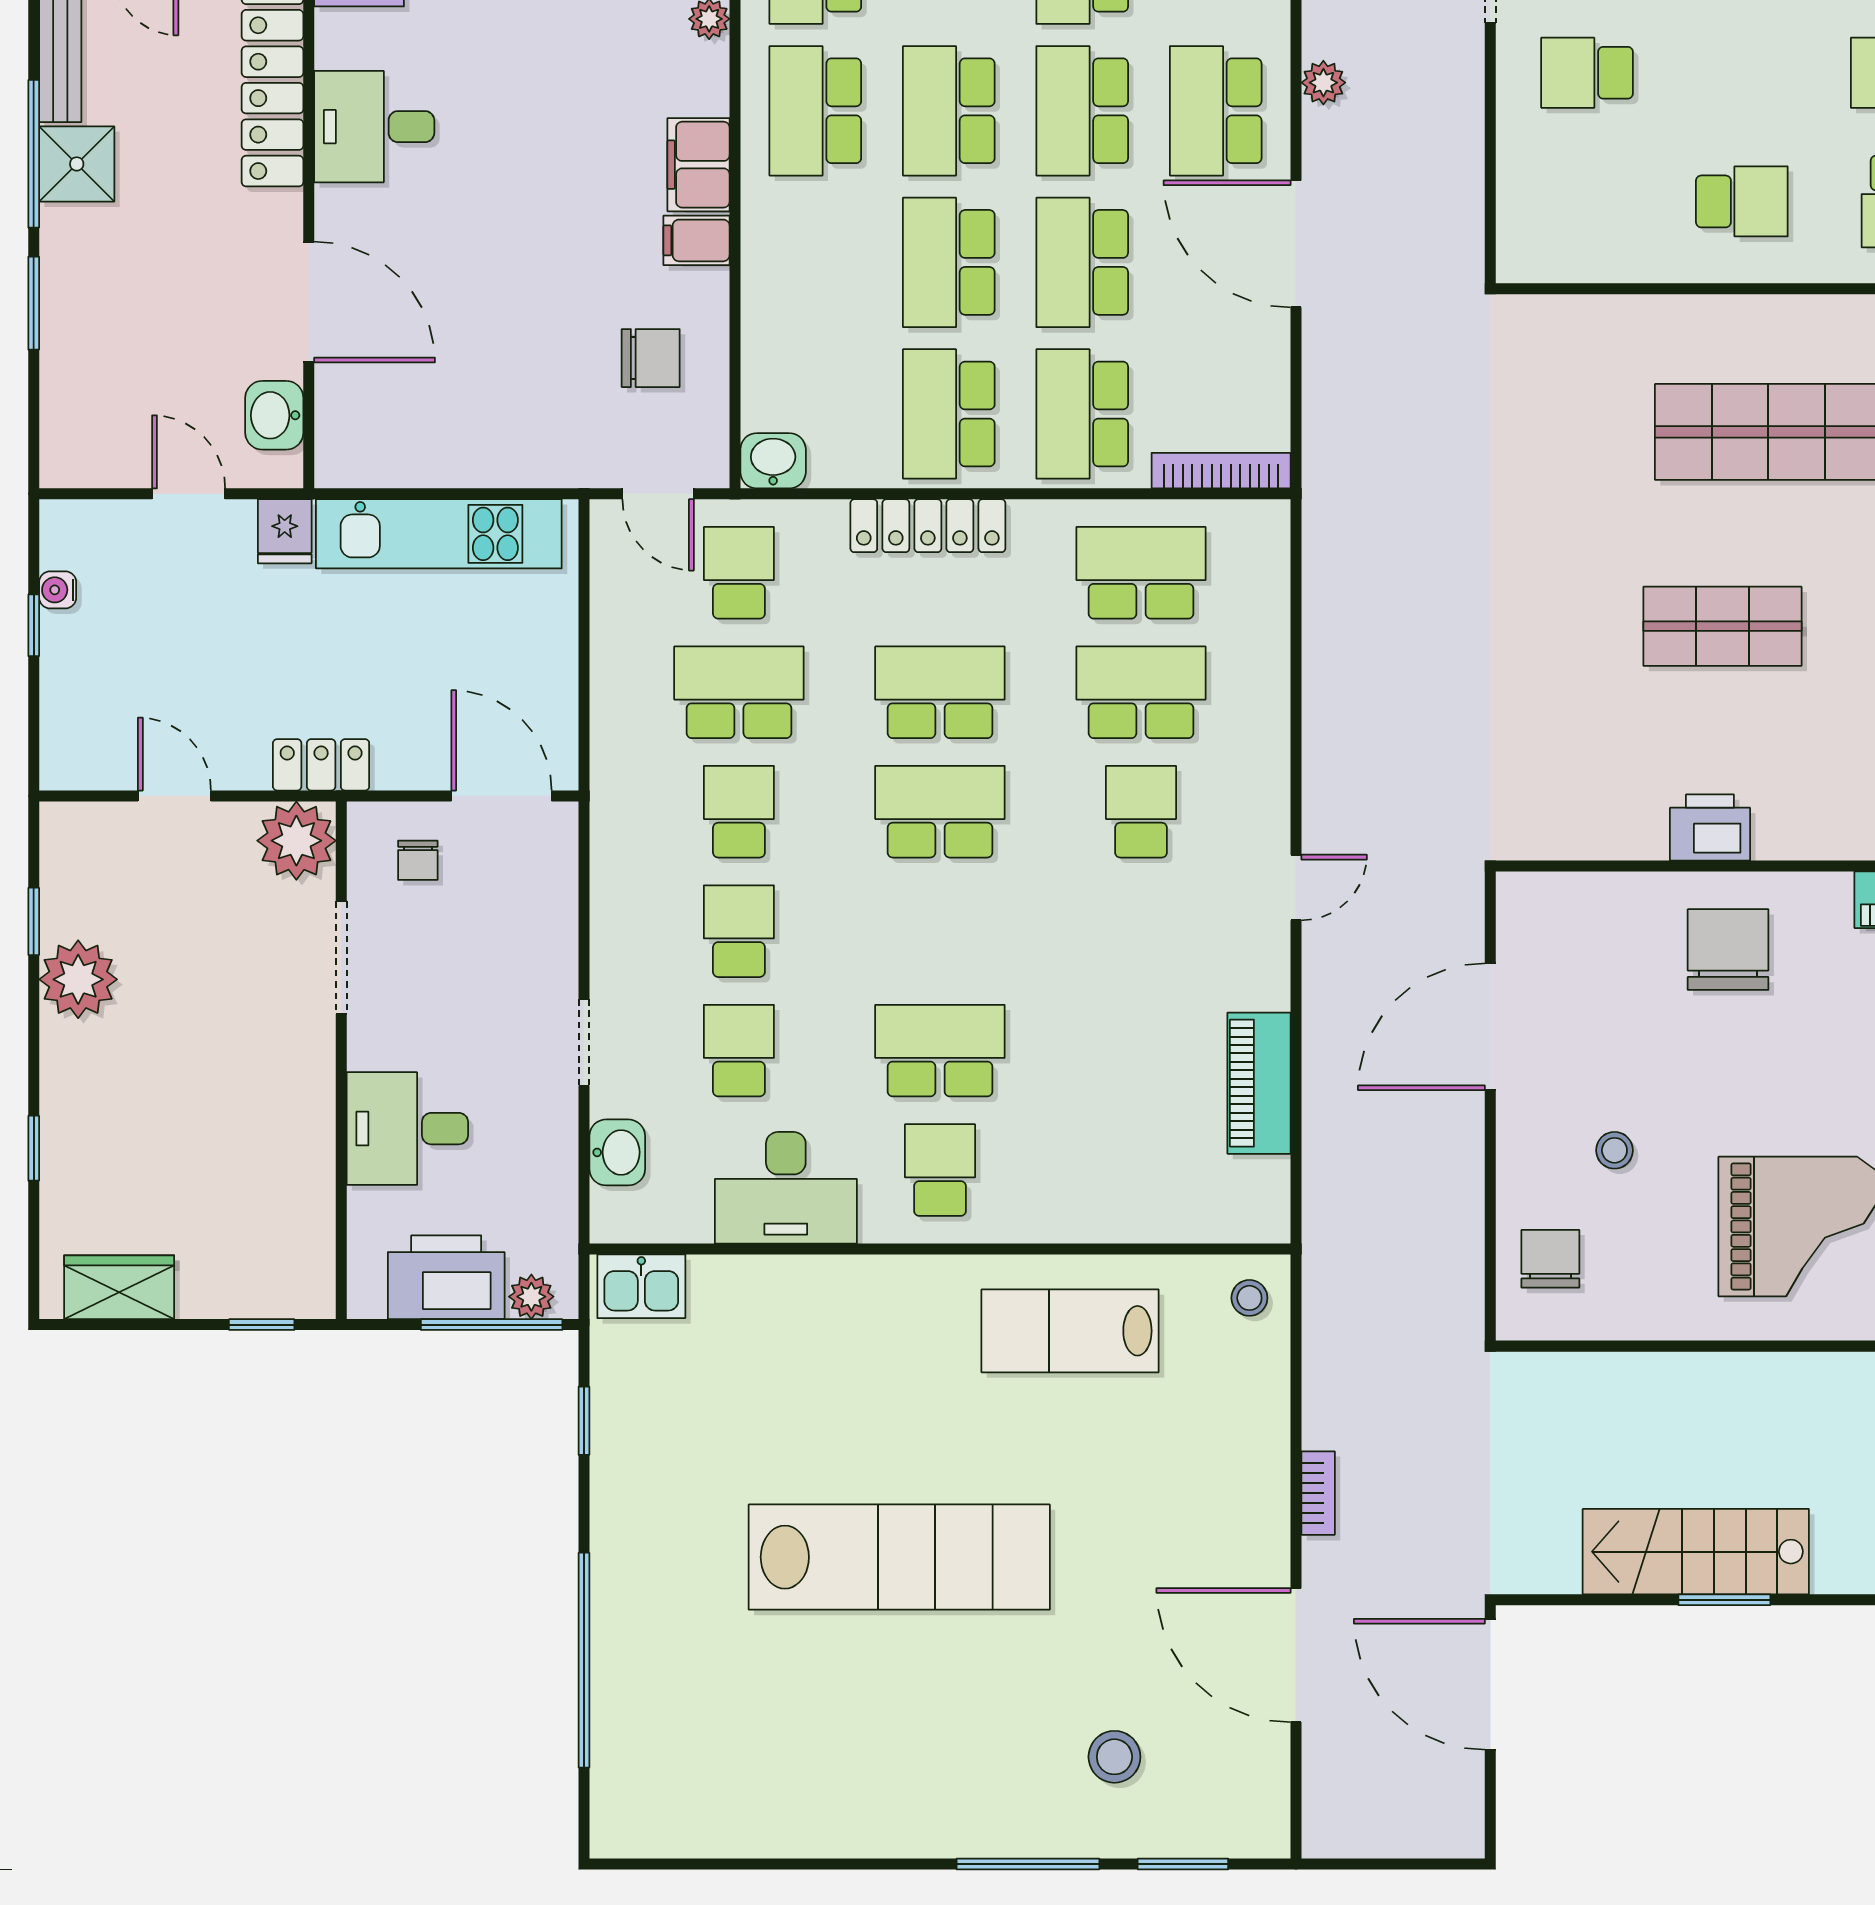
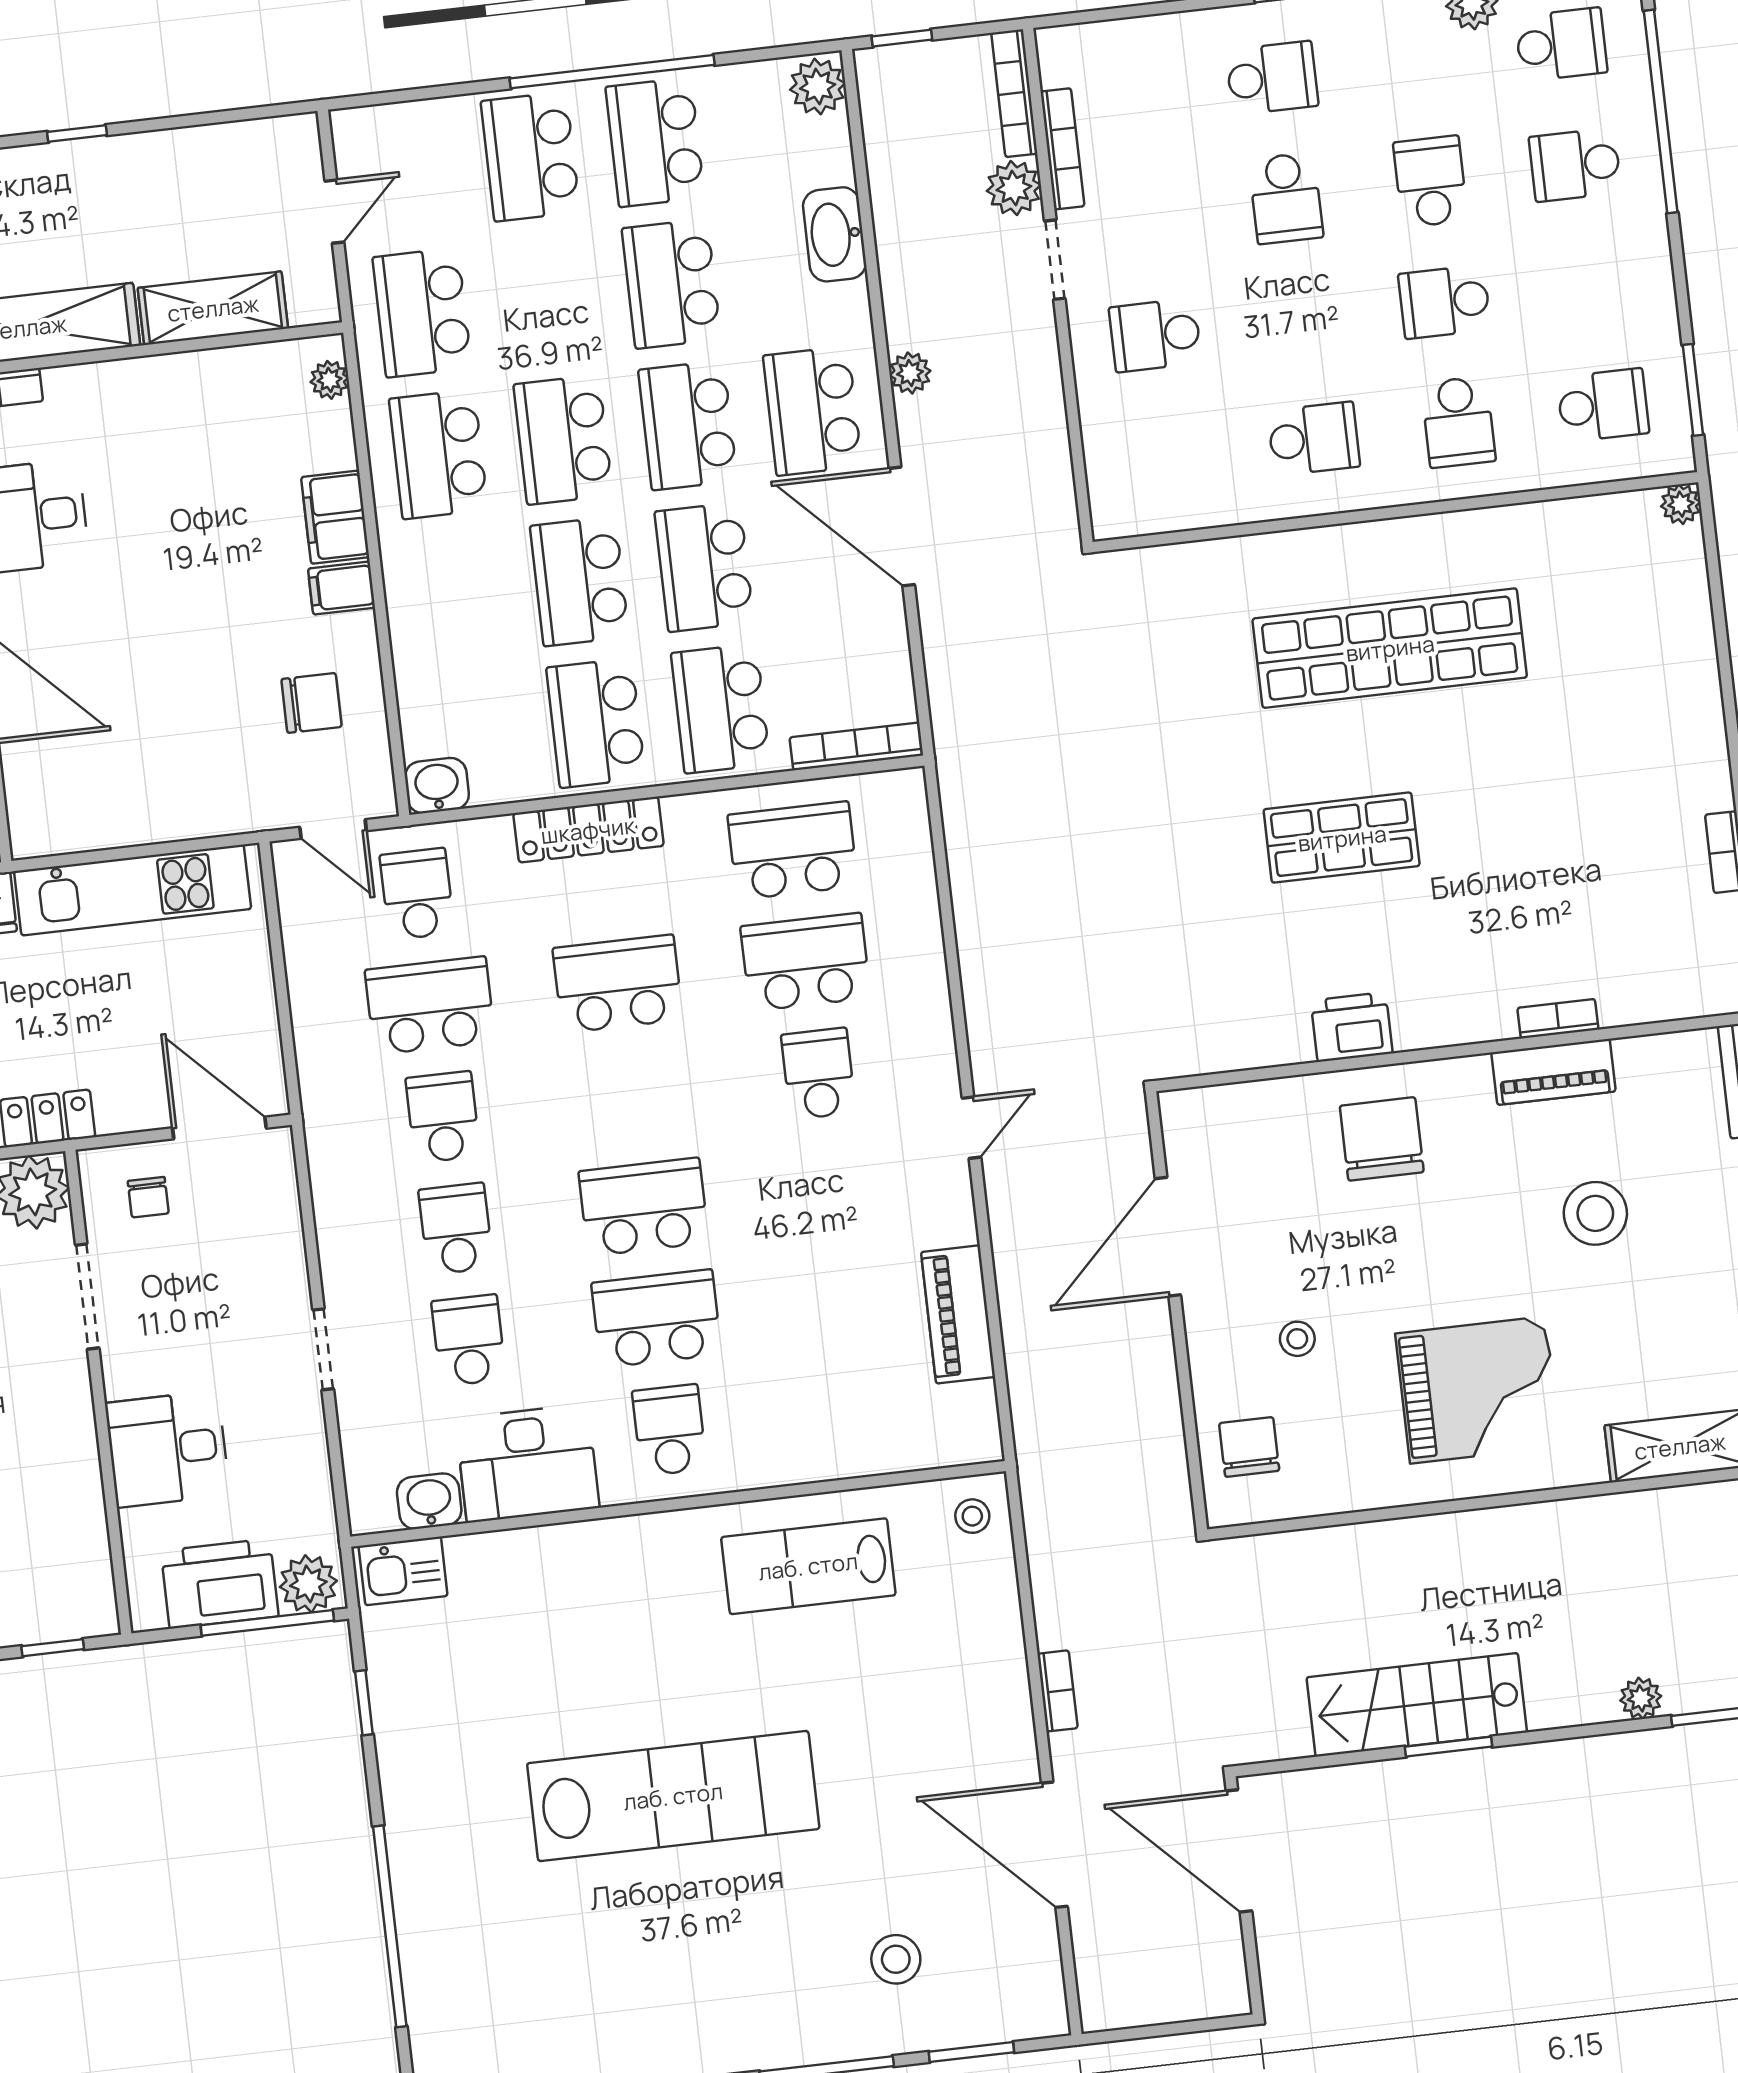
school desk: (940, 812) -> (644, 1207), moved
washbasin: (617, 1152) -> (429, 1501), moved, turned -90
plant: (531, 1297) -> (308, 1584), width x1.38, depth x1.38

